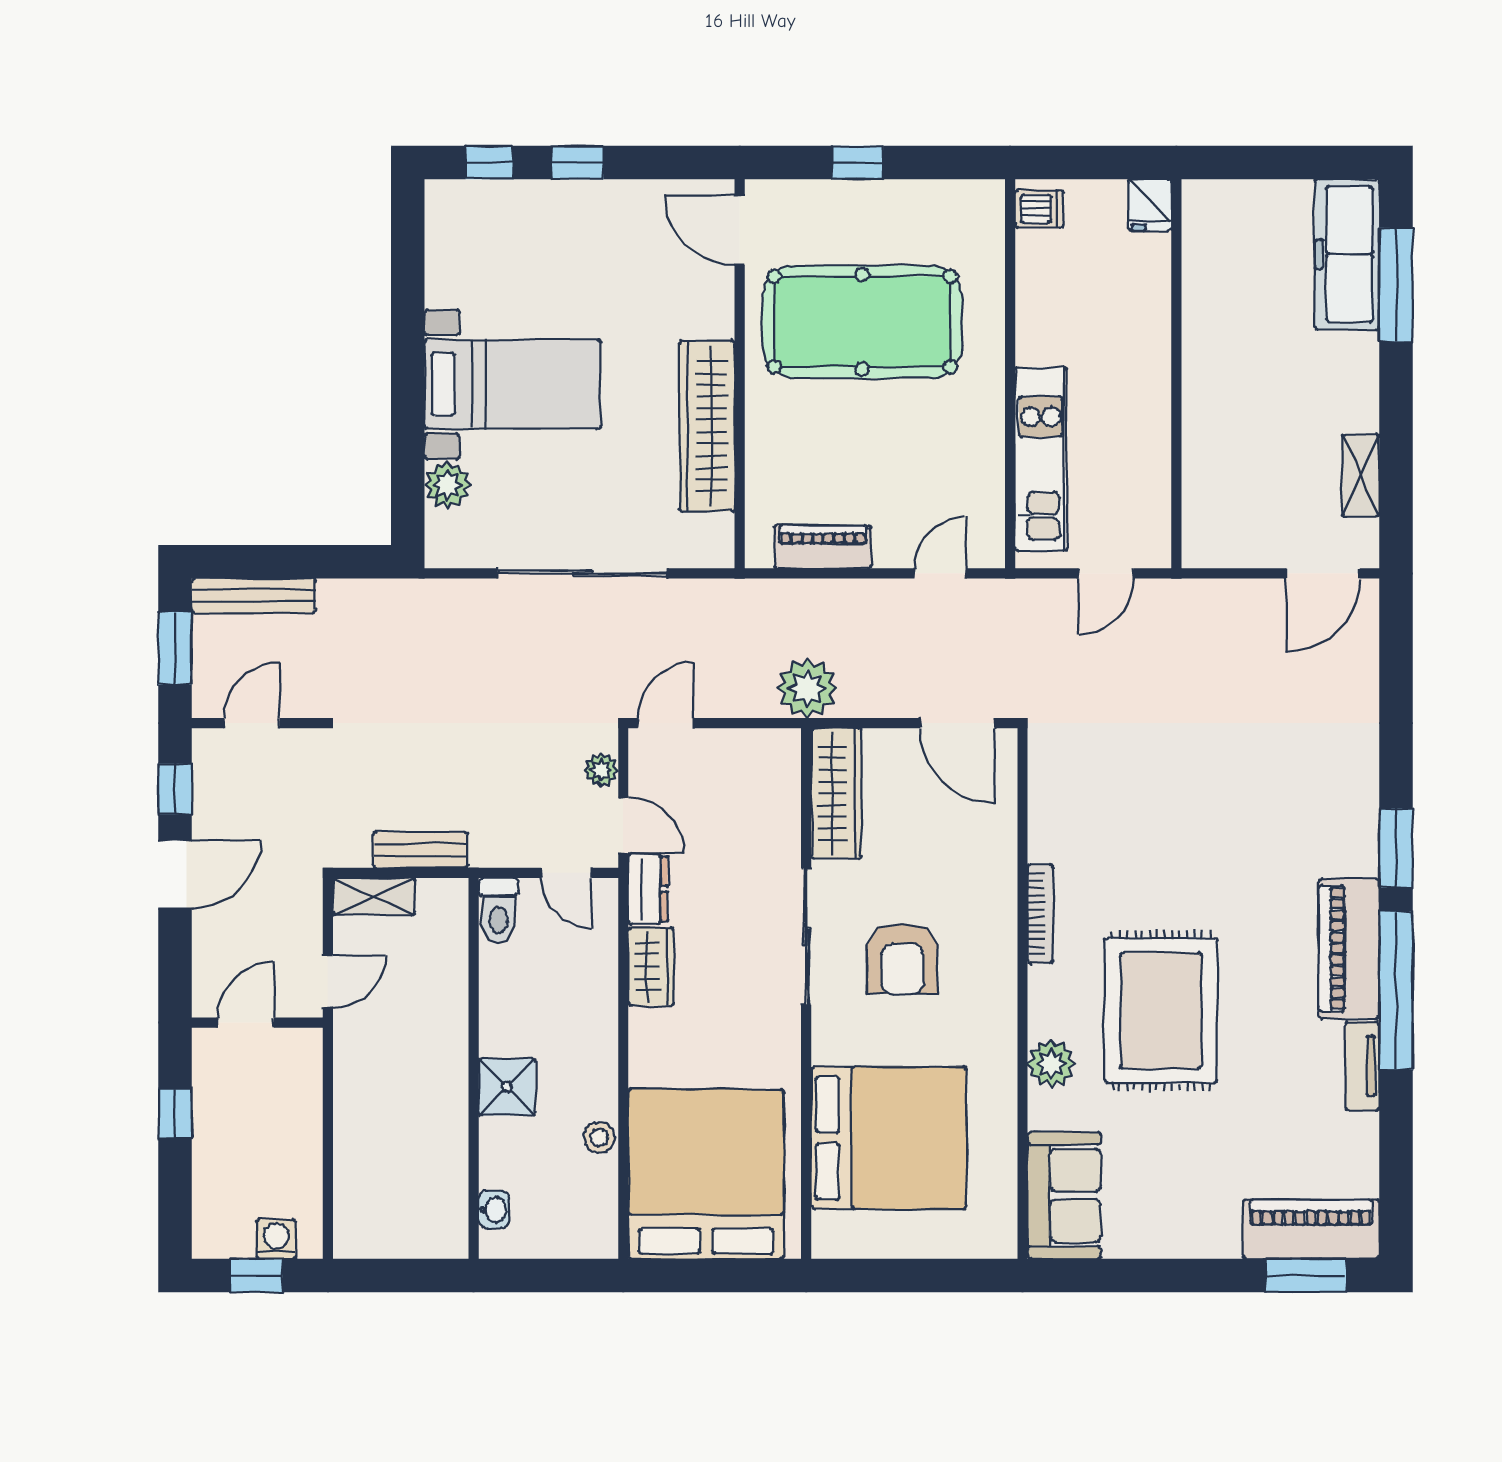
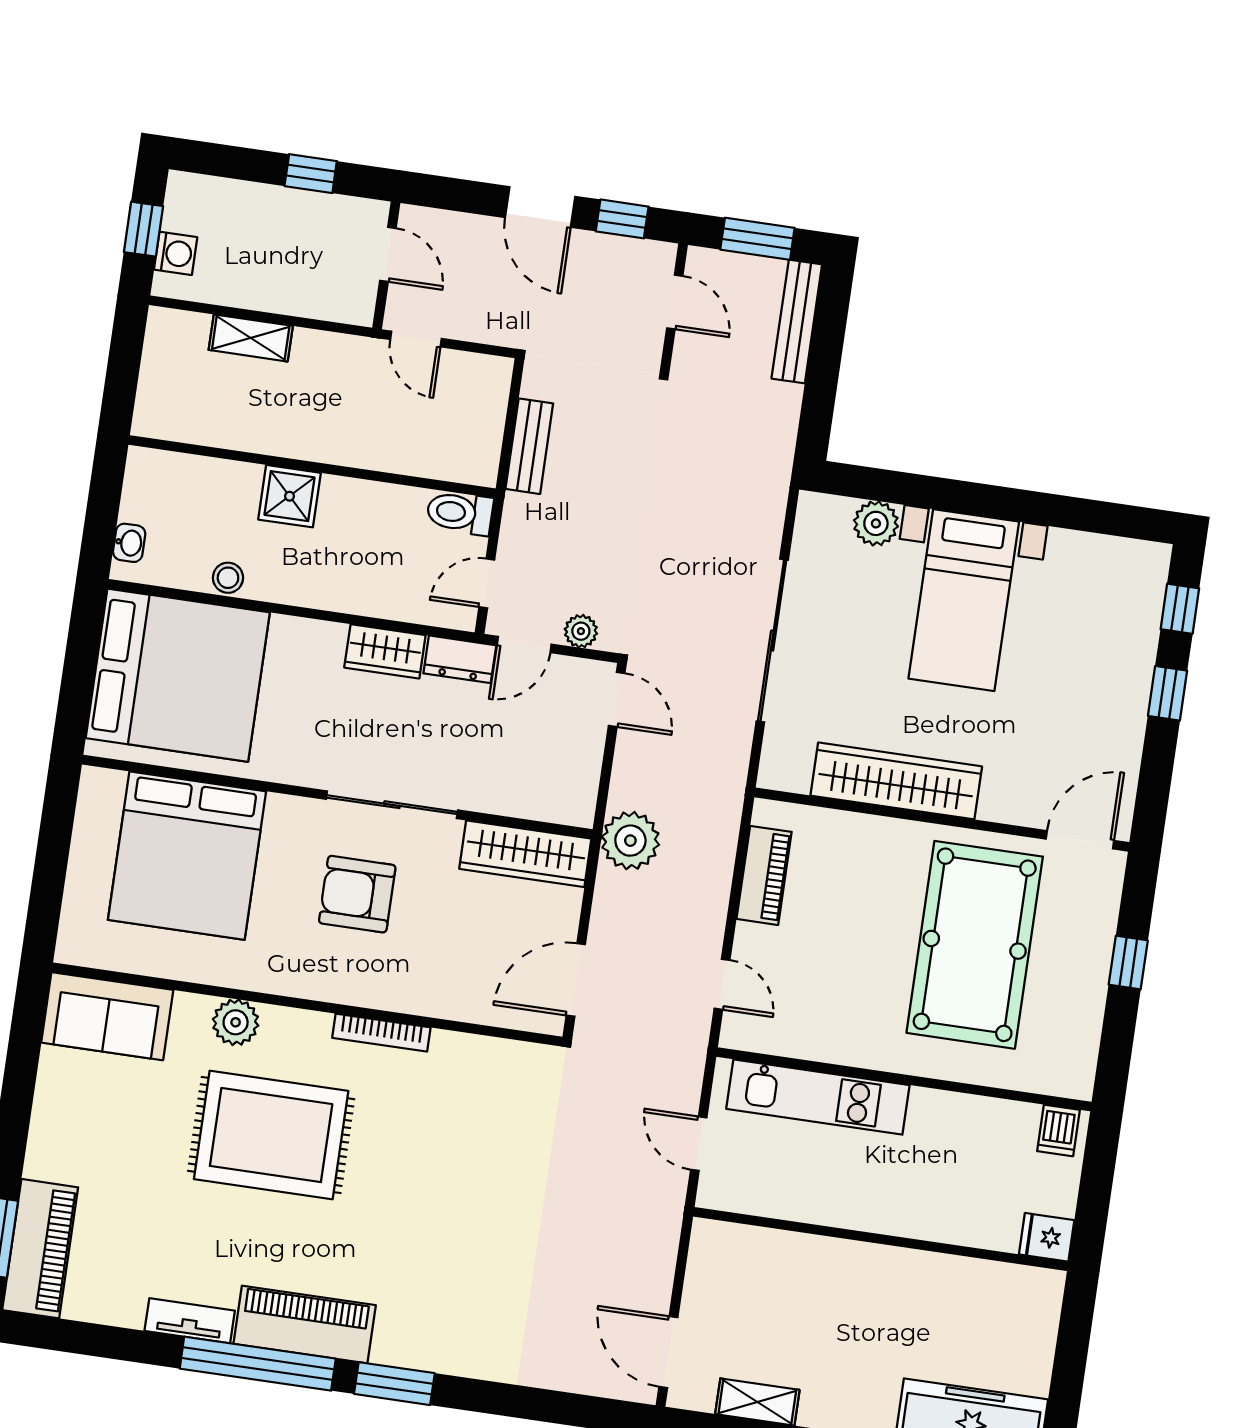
shelving: (374, 896) -> (251, 338), moved, turned 90
washbasin: (494, 1210) -> (129, 543), moved, turned -90

